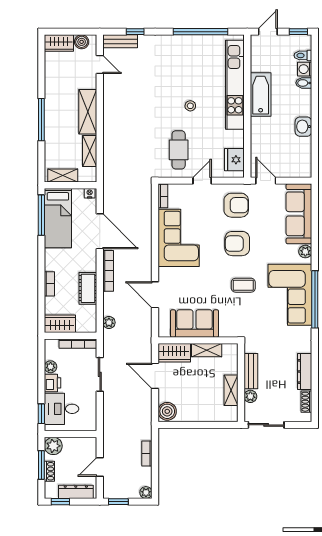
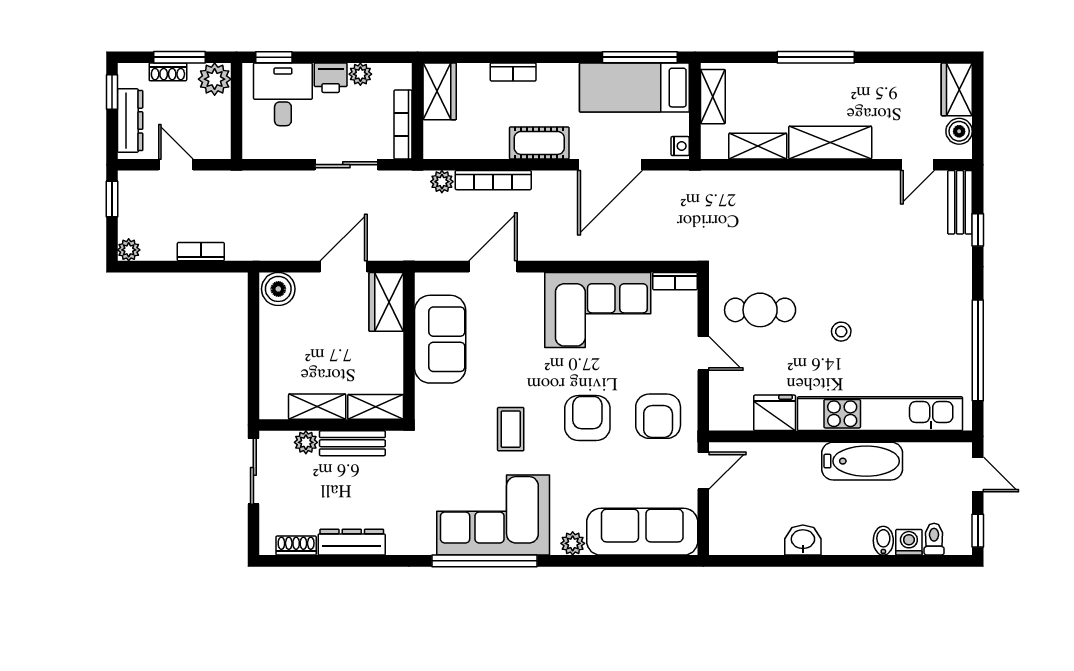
fridge: (234, 160) -> (775, 413), moved
bookcase: (108, 271) -> (493, 180), moved
cot: (88, 288) -> (539, 143), moved
shelving: (207, 350) -> (376, 407), moved, turned 90

